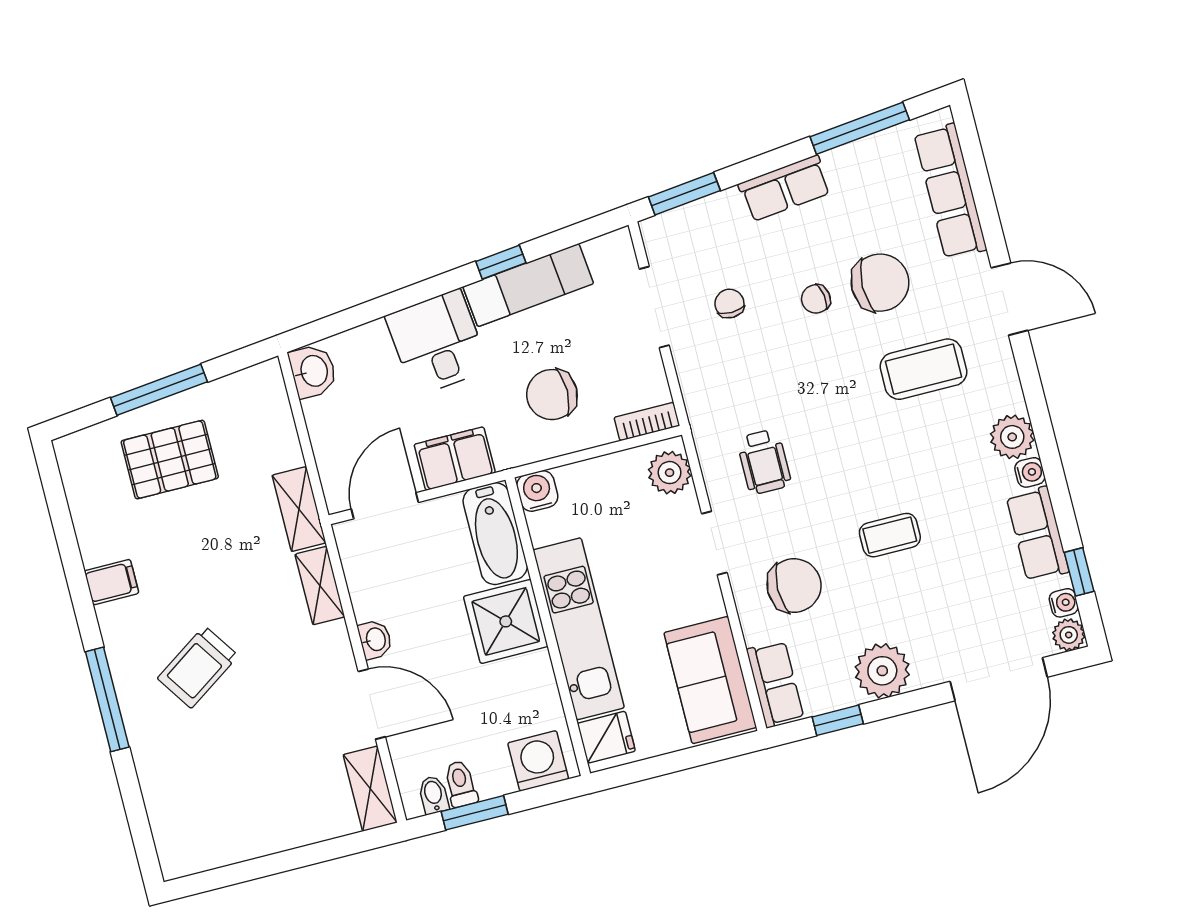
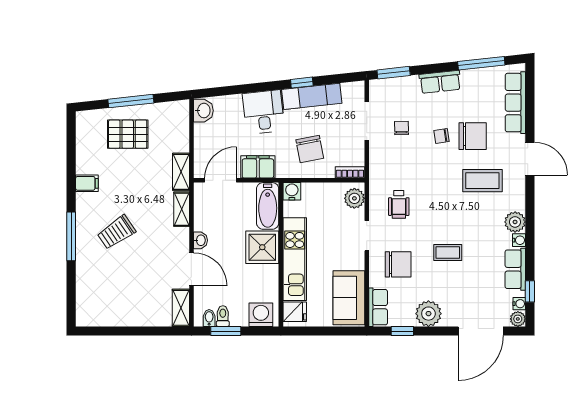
chair: (552, 395) -> (310, 149), turned -101

